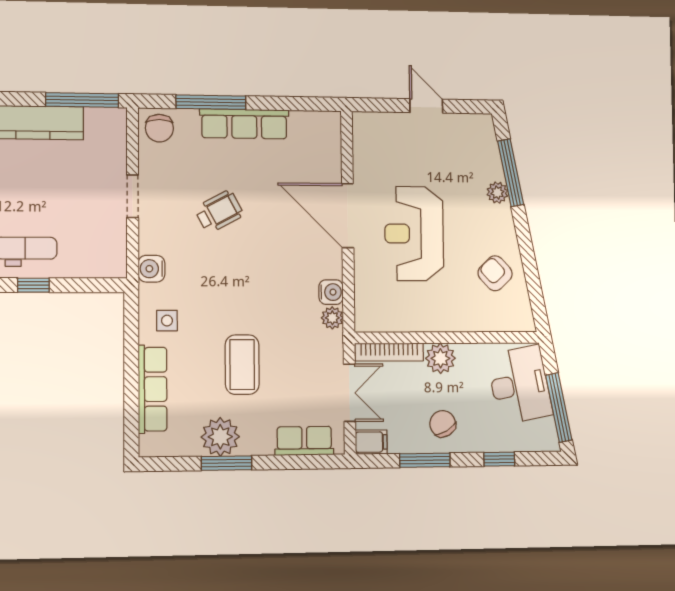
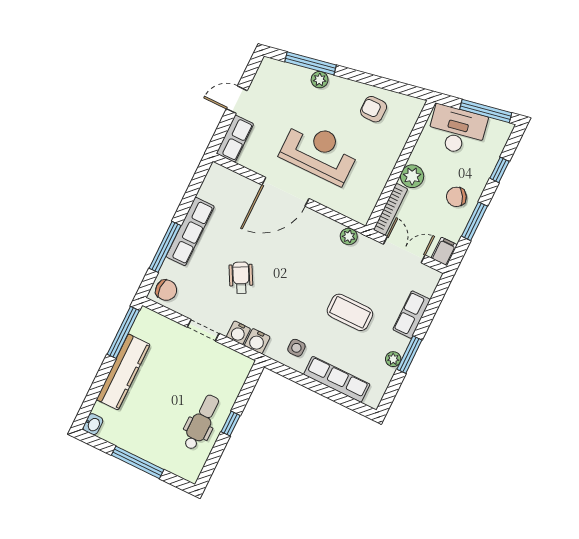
row of seats: (380, 125) -> (235, 139), added
reception desk: (414, 234) -> (319, 152), turned 180
armchair: (495, 273) -> (374, 109), turned 43
water cooler: (331, 292) -> (238, 333), moved, turned 180
plant: (220, 437) -> (393, 359), width x0.53, depth x0.53
row of seats: (304, 441) -> (412, 315), moved

